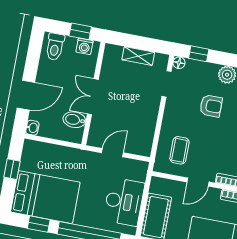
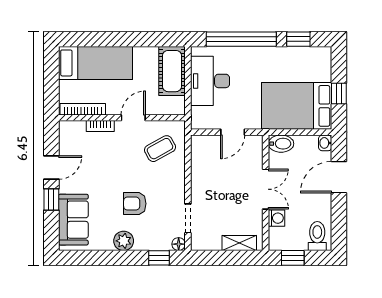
washing machine: (84, 46) -> (277, 218), moved, turned 90
shelving: (138, 56) -> (239, 243), moved
bidet: (74, 120) -> (281, 144), moved
coffee table: (179, 150) -> (160, 149), turned 61
bed: (45, 197) -> (297, 106), moved

